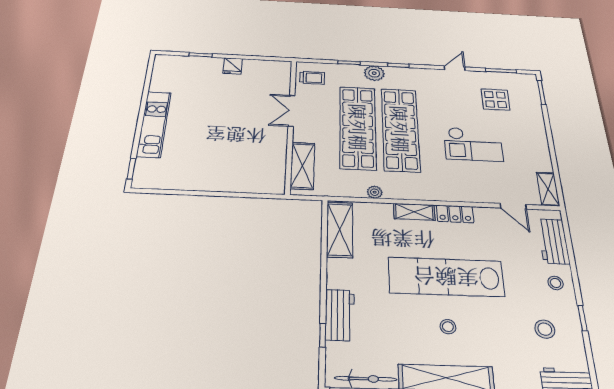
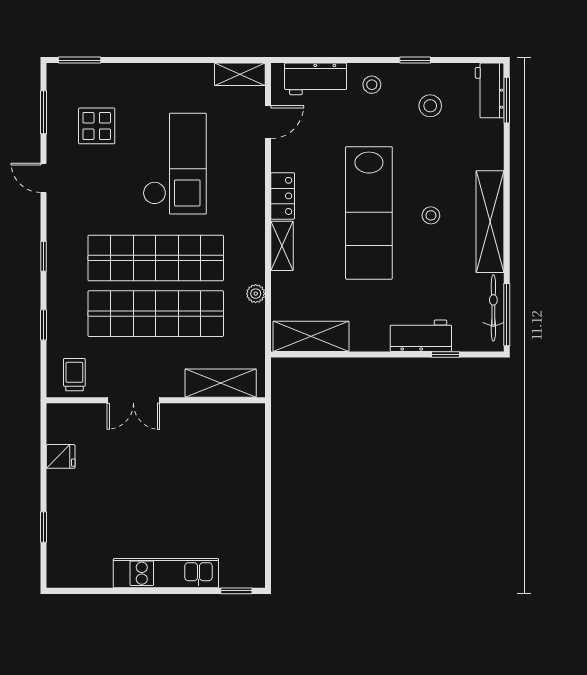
fridge: (233, 66) -> (61, 456), moved
plant: (374, 73) -> (60, 290), removed
checkout: (473, 144) -> (175, 164), width x1.36, depth x1.21

